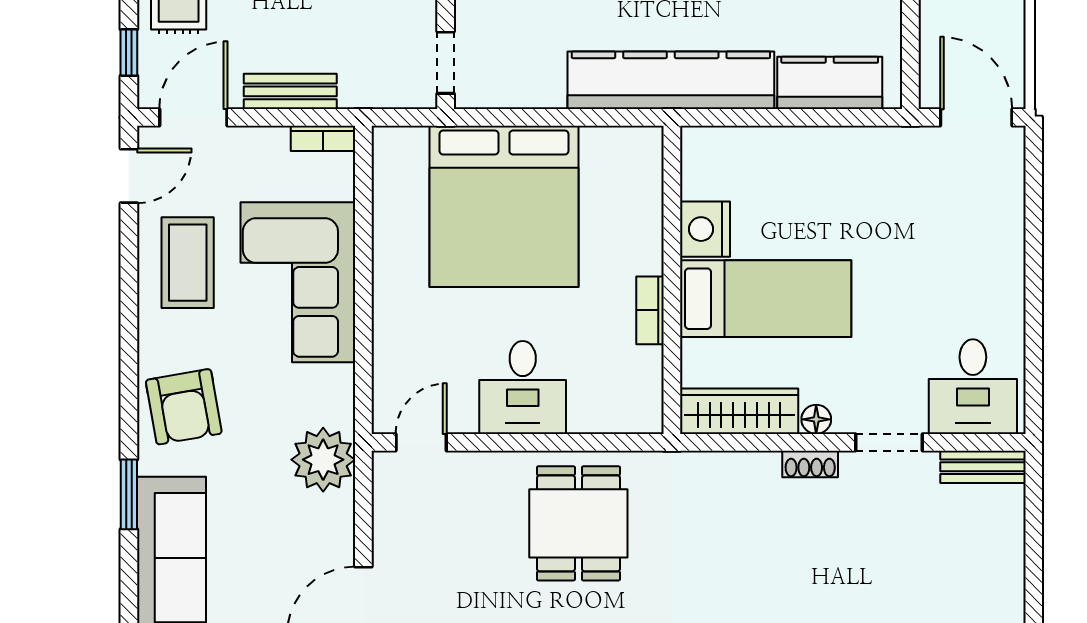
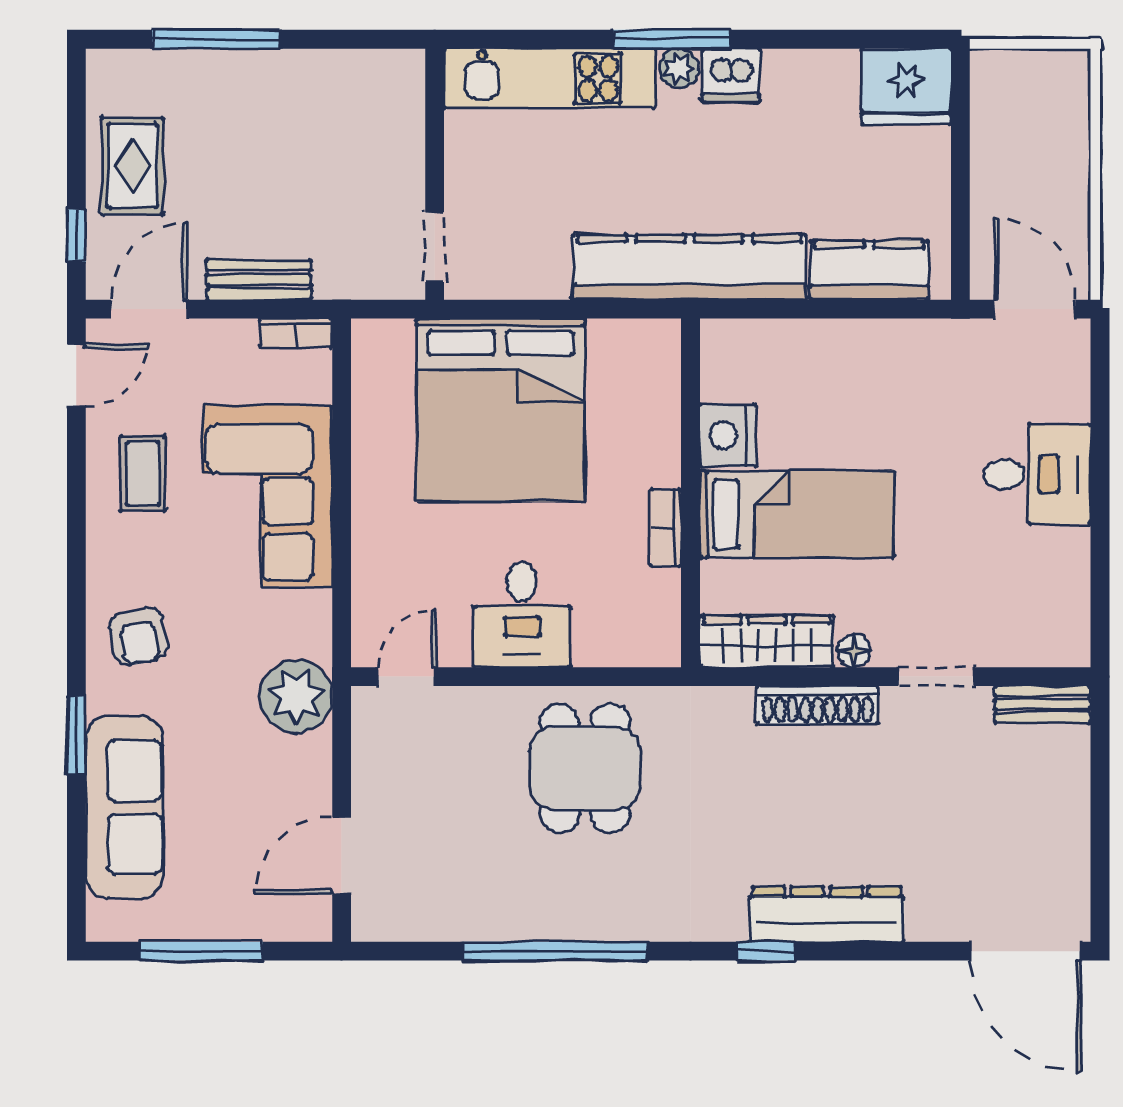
coffee table: (188, 263) -> (143, 473), width x0.73, depth x0.77
desk: (973, 387) -> (1037, 474), moved, turned -90
armchair: (184, 407) -> (138, 636), width x0.72, depth x0.72
shoe rack: (810, 464) -> (817, 705), width x1.94, depth x1.24

